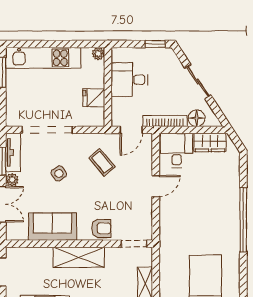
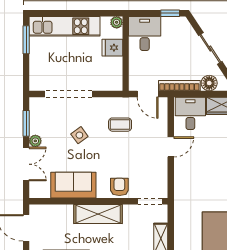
desk: (129, 80) -> (145, 33), moved, turned 90
fridge: (94, 98) -> (112, 48), moved
door: (131, 130) -> (148, 94), hinge flipped
tv unit: (13, 153) -> (36, 115), removed
coffee table: (102, 162) -> (120, 125), turned -50
armchair: (101, 228) -> (119, 187), turned -90

